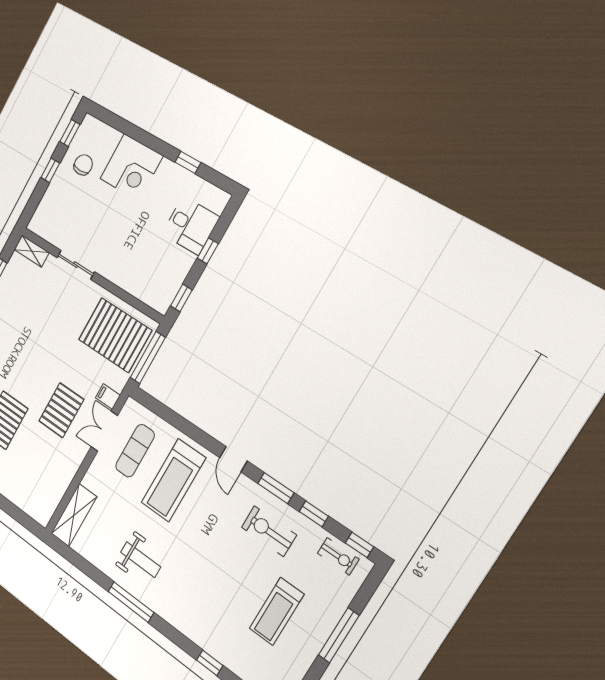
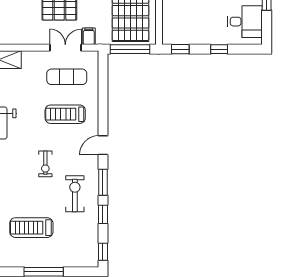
desk: (191, 225) -> (245, 22), moved, turned -90
treadmill: (173, 480) -> (65, 114), width x0.73, depth x0.73
exercise bike: (338, 556) -> (45, 164), moved

